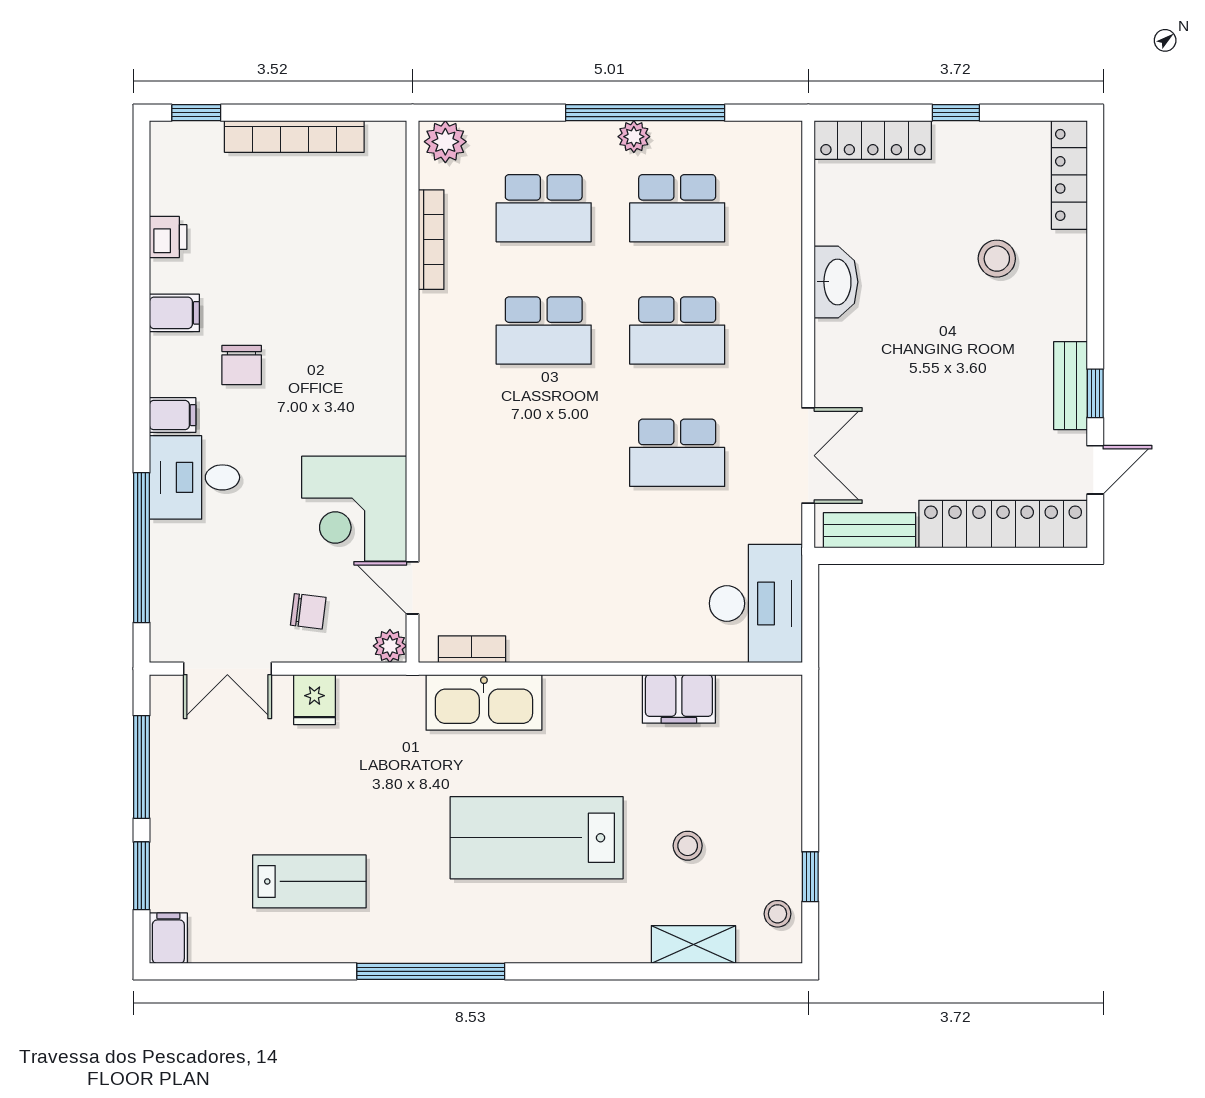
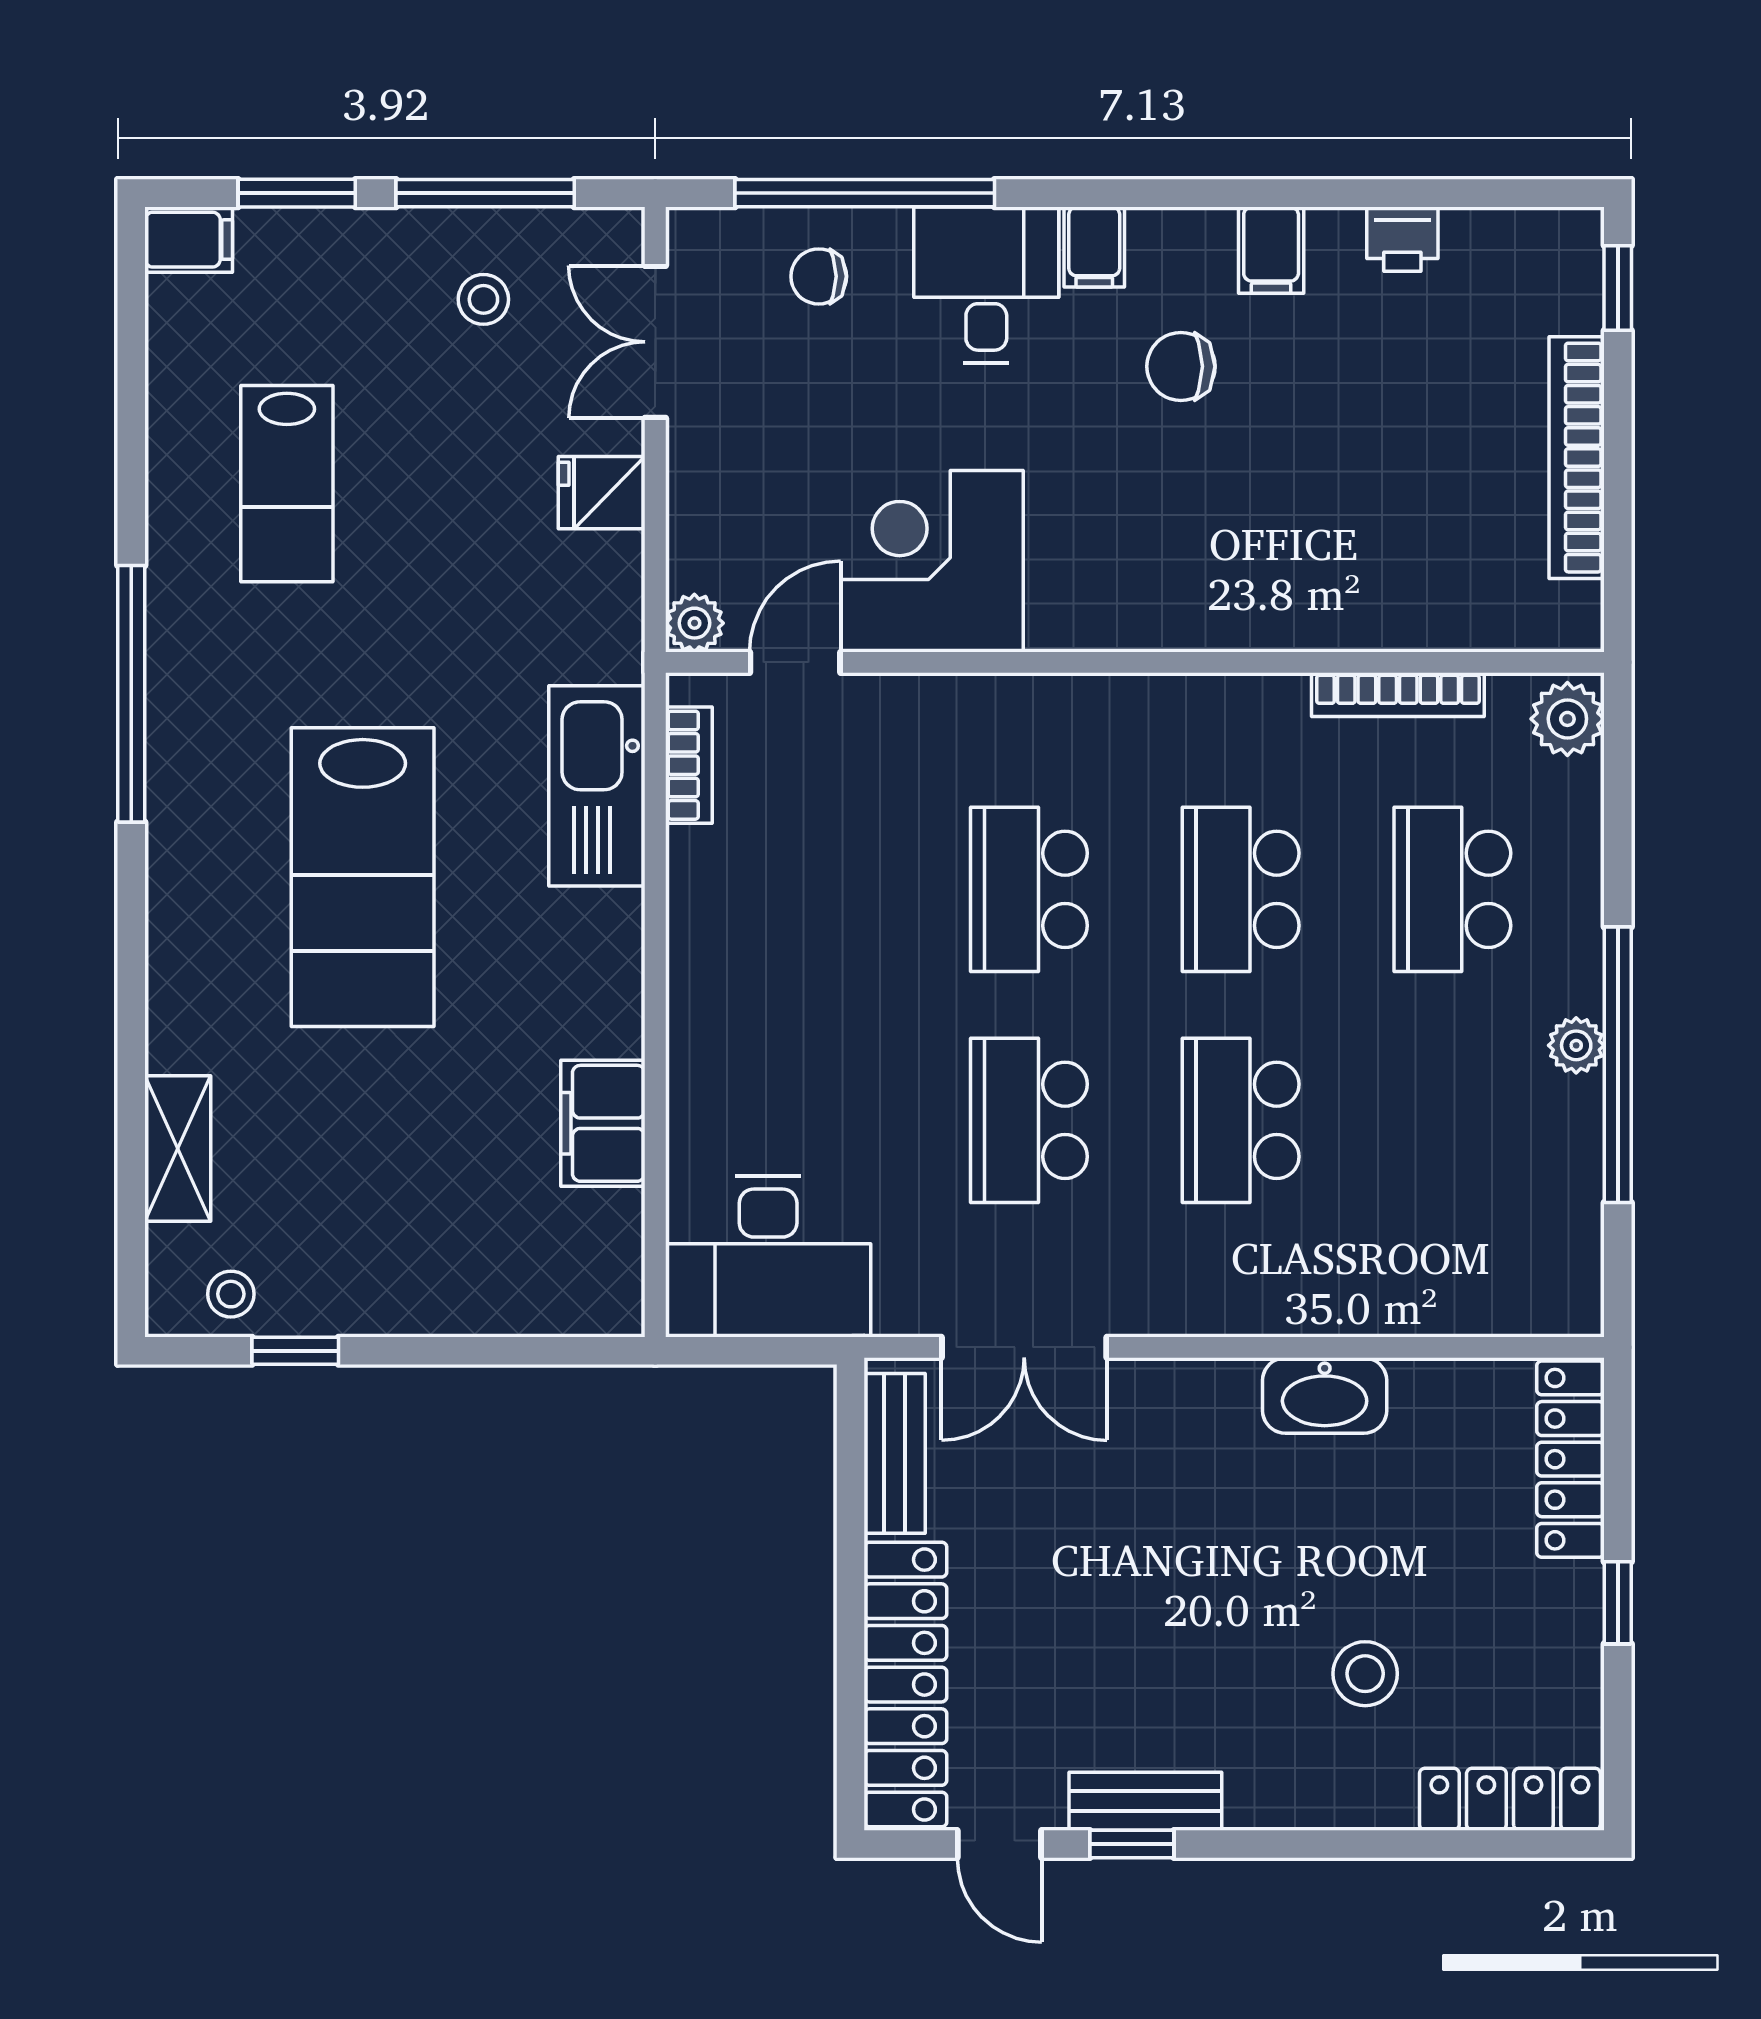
school desk: (677, 208) -> (1029, 889), moved
chair: (308, 611) -> (819, 276), moved, turned 83
lab bench: (537, 838) -> (363, 877), turned 180
stool: (688, 846) -> (483, 299), moved

